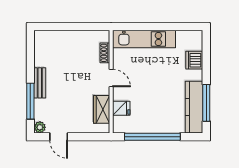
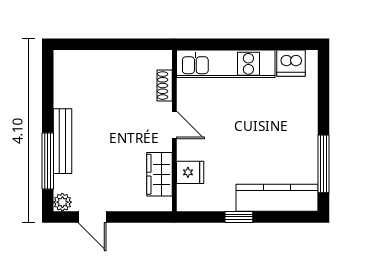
dishwasher: (194, 60) -> (291, 63), moved, turned -90
bench: (40, 83) -> (62, 141), width x1.36
kitchen counter: (194, 107) -> (277, 198), moved, turned 90
window: (152, 137) -> (239, 217), width x0.32

